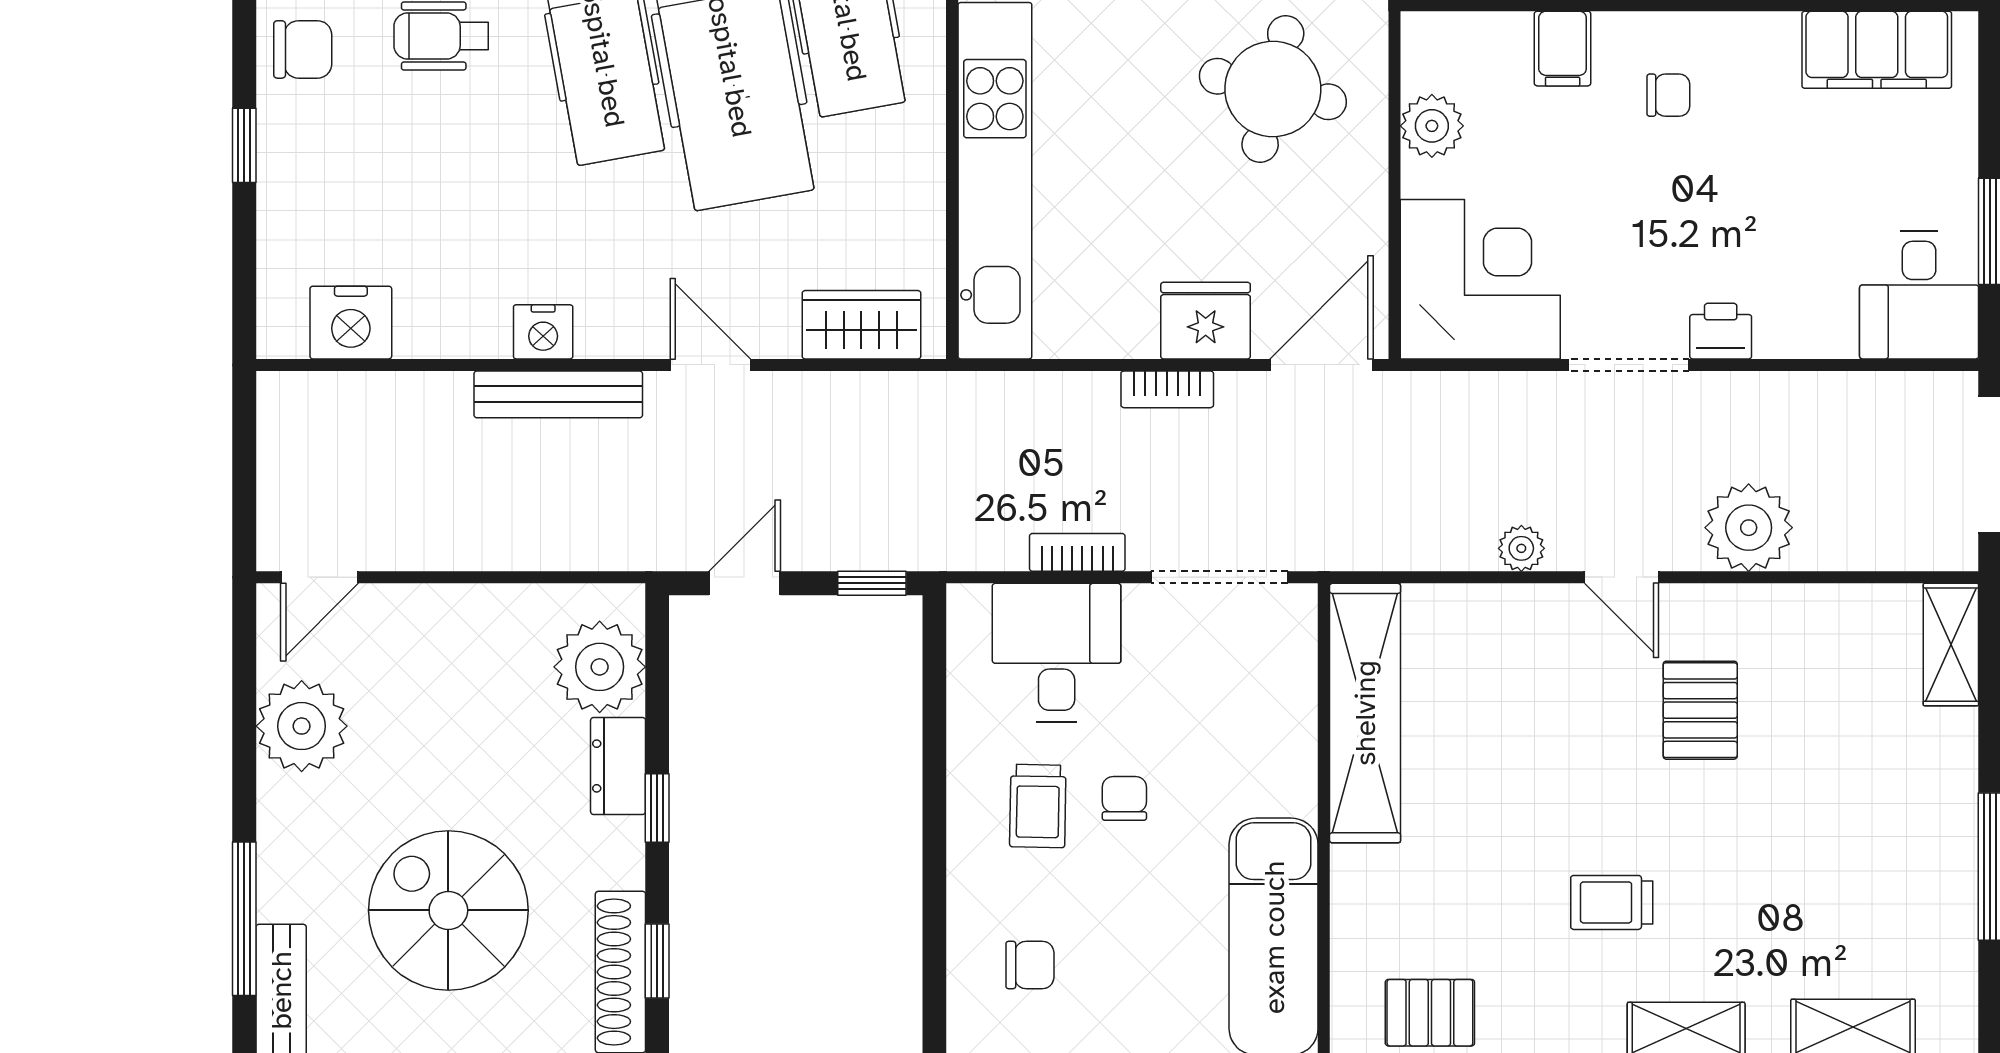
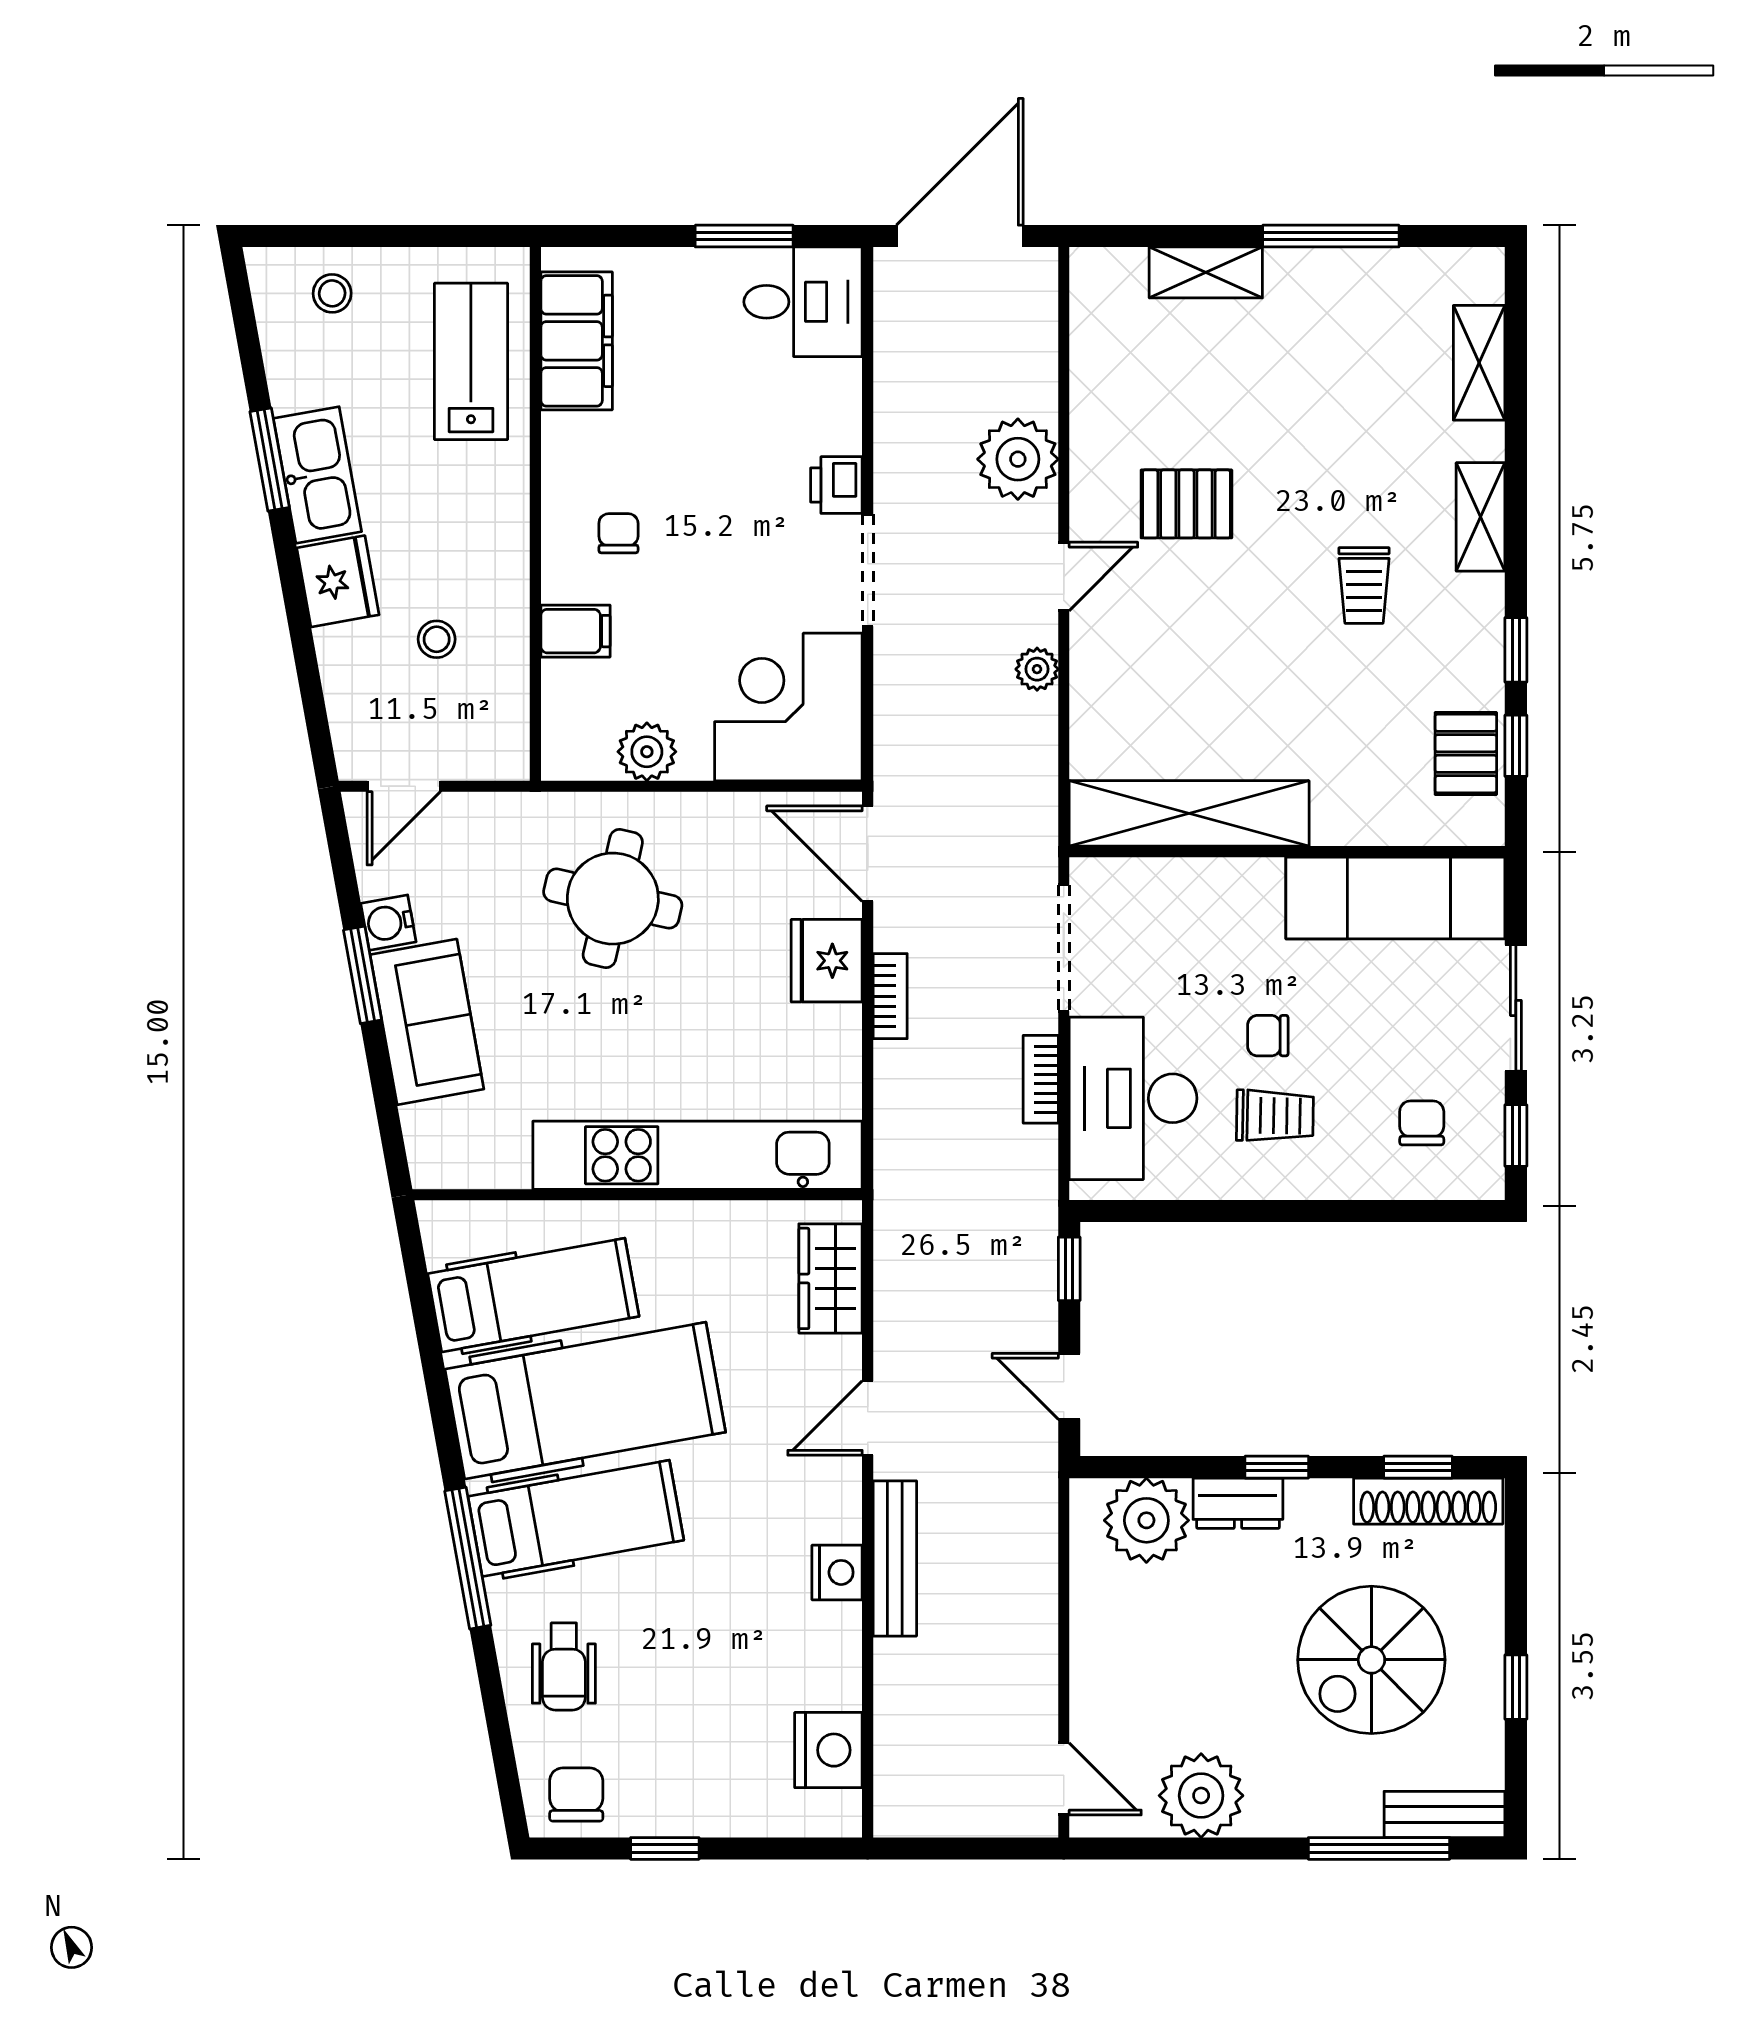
shelving: (1951, 645) -> (1206, 272), moved
desk: (1057, 652) -> (1133, 1098), width x1.37

